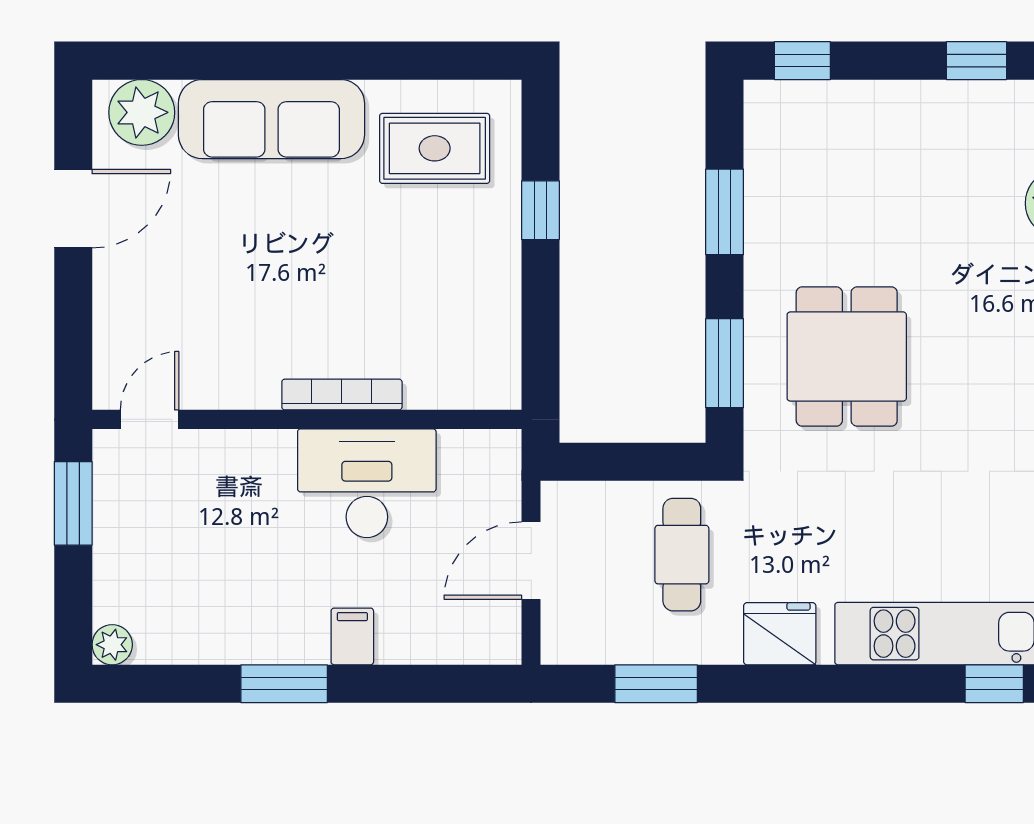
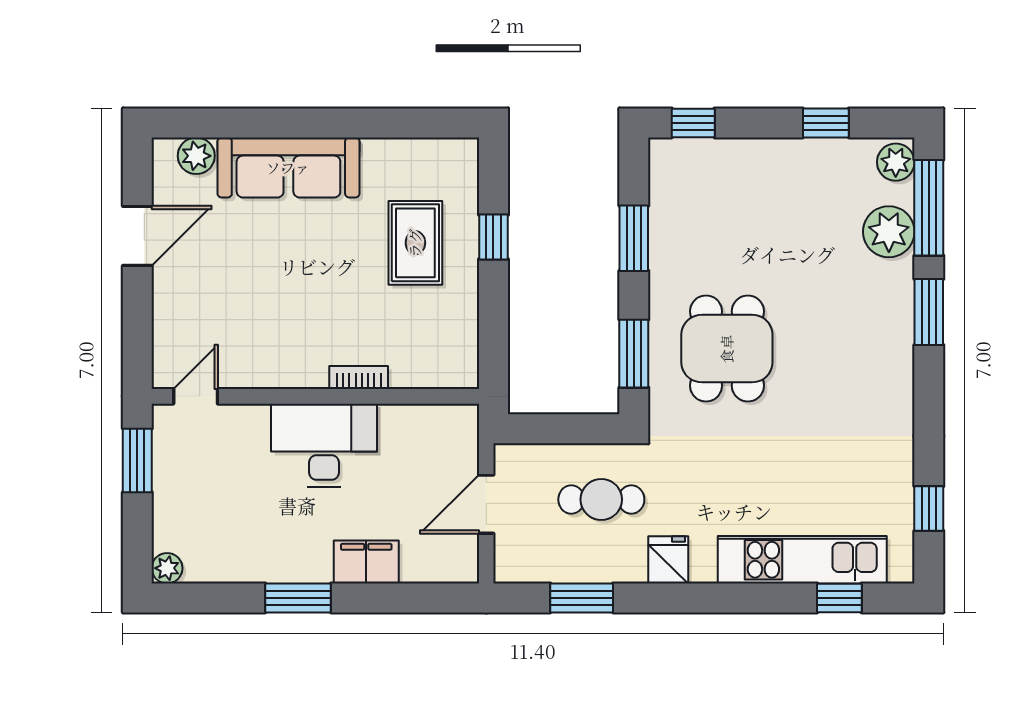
plant: (142, 112) -> (196, 156), width x0.73, depth x0.73
rug: (435, 148) -> (415, 243), moved, turned 90
bookcase: (342, 395) -> (359, 377), width x0.64
desk: (367, 483) -> (324, 445), moved
cafe table: (682, 555) -> (601, 500), turned 90
fridge: (780, 634) -> (668, 560), width x0.72
filing cabinet: (352, 636) -> (366, 562), width x2.00

